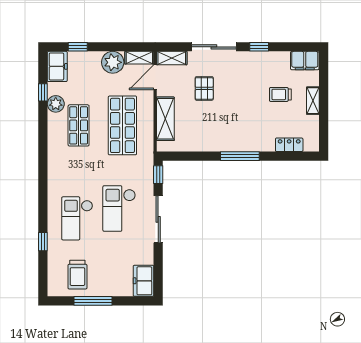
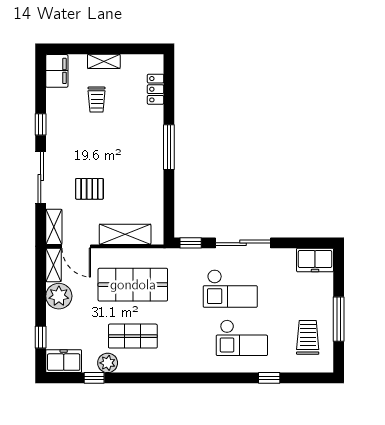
trolley: (77, 275) -> (308, 337), turned -90

